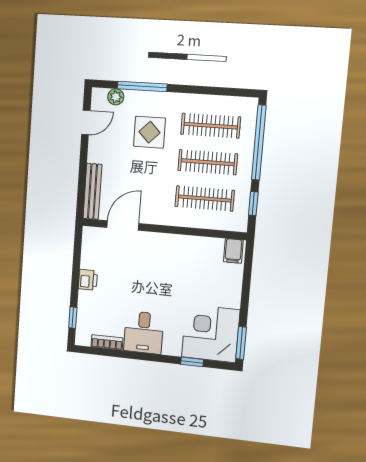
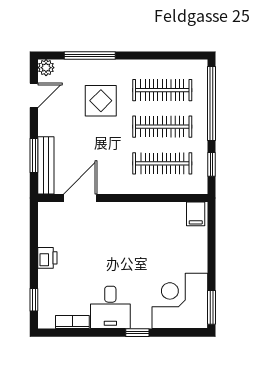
plant: (116, 97) -> (46, 68), moved
window: (82, 181) -> (34, 155), added
window: (192, 362) -> (137, 333), moved

